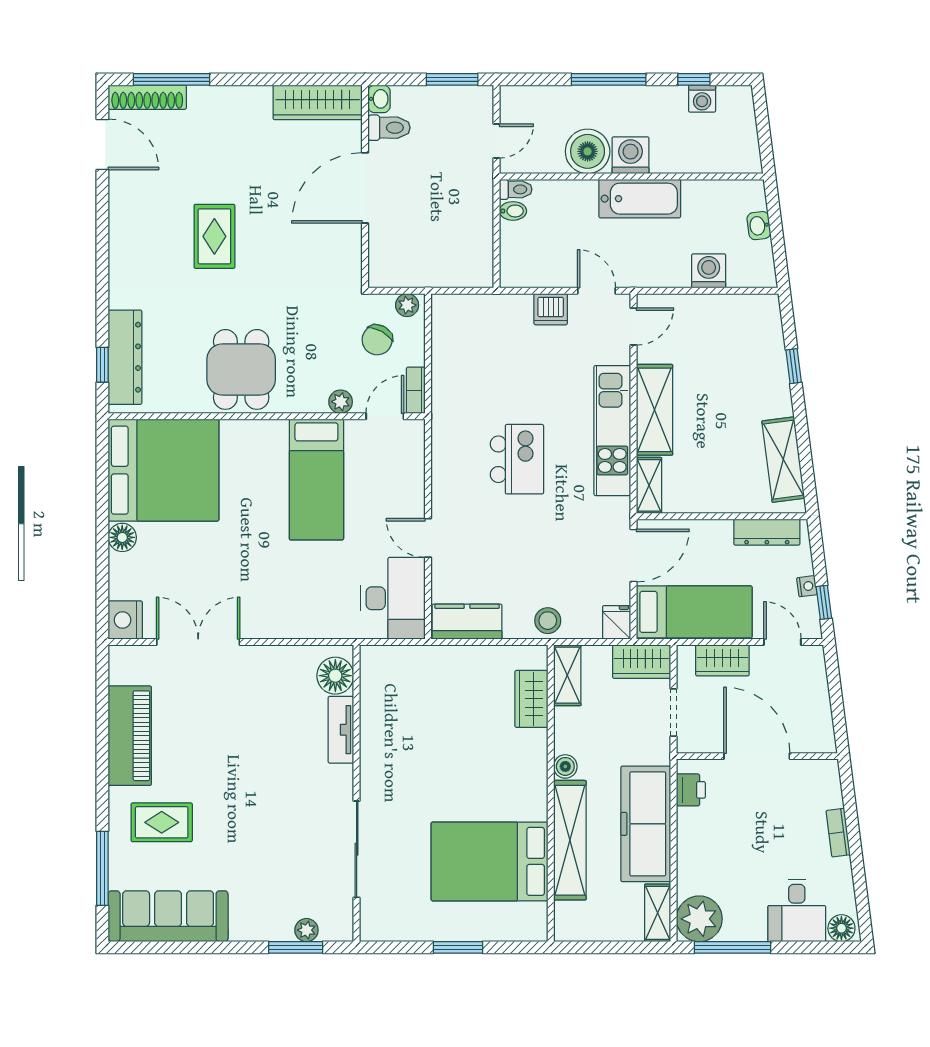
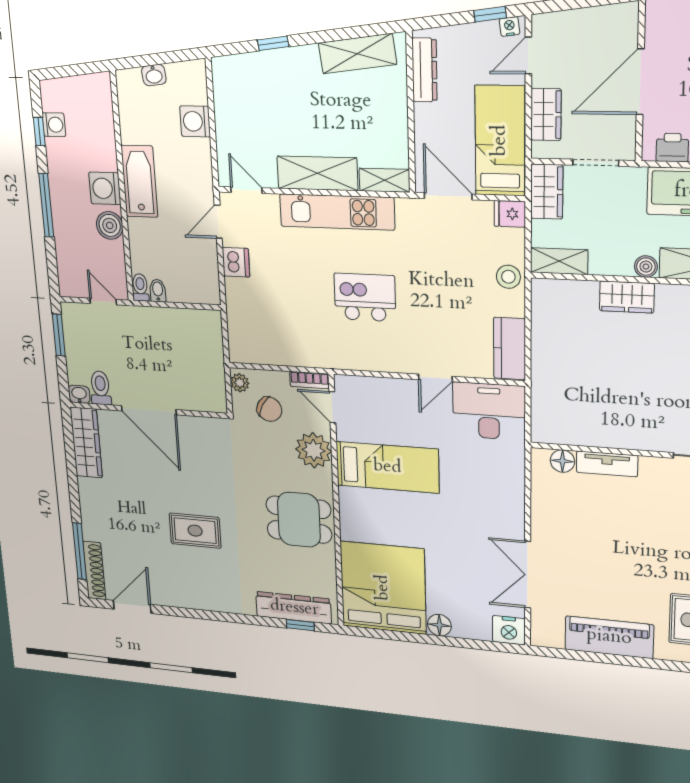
boiler: (588, 151) -> (110, 225), width x0.73, depth x0.73
plant: (341, 402) -> (314, 450), width x1.87, depth x1.87
nightstand: (807, 586) -> (509, 27), moved
floor lamp: (335, 676) -> (562, 461), width x0.73, depth x0.73
wardrobe: (531, 699) -> (627, 297), moved

